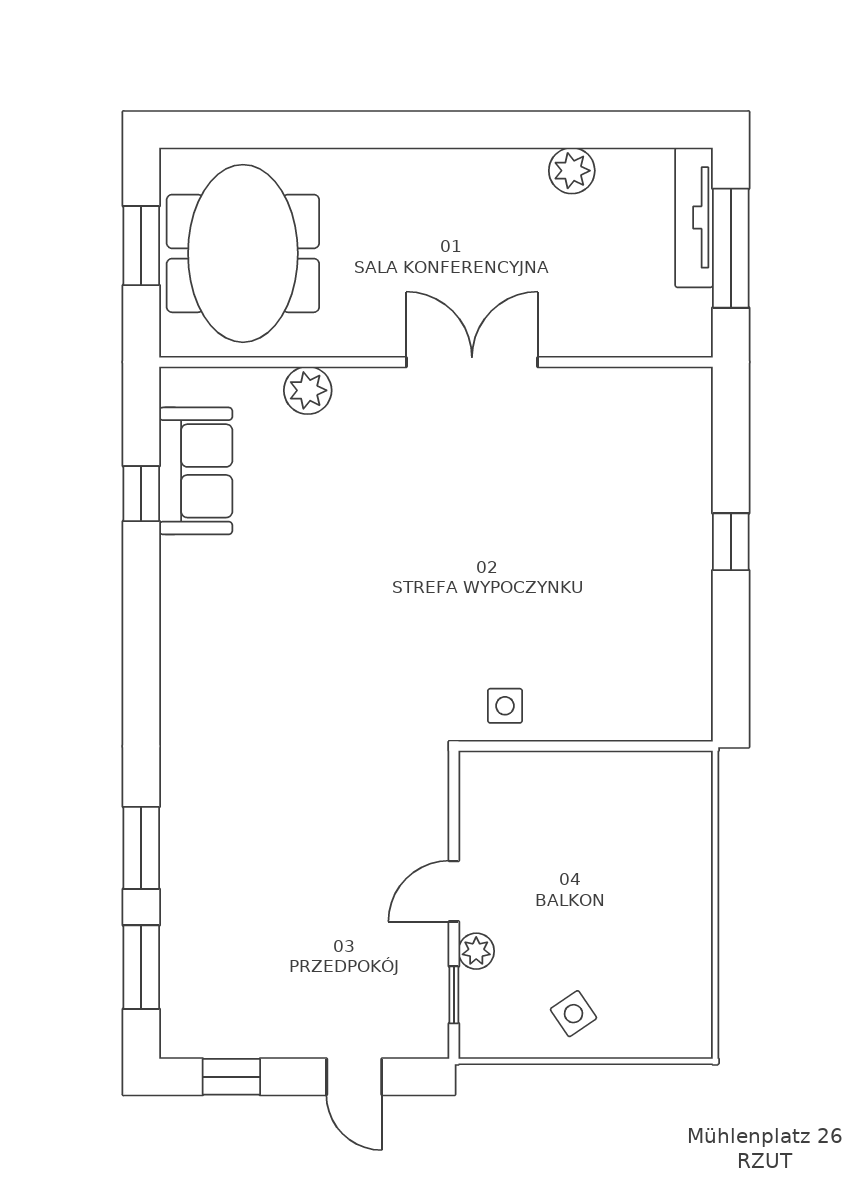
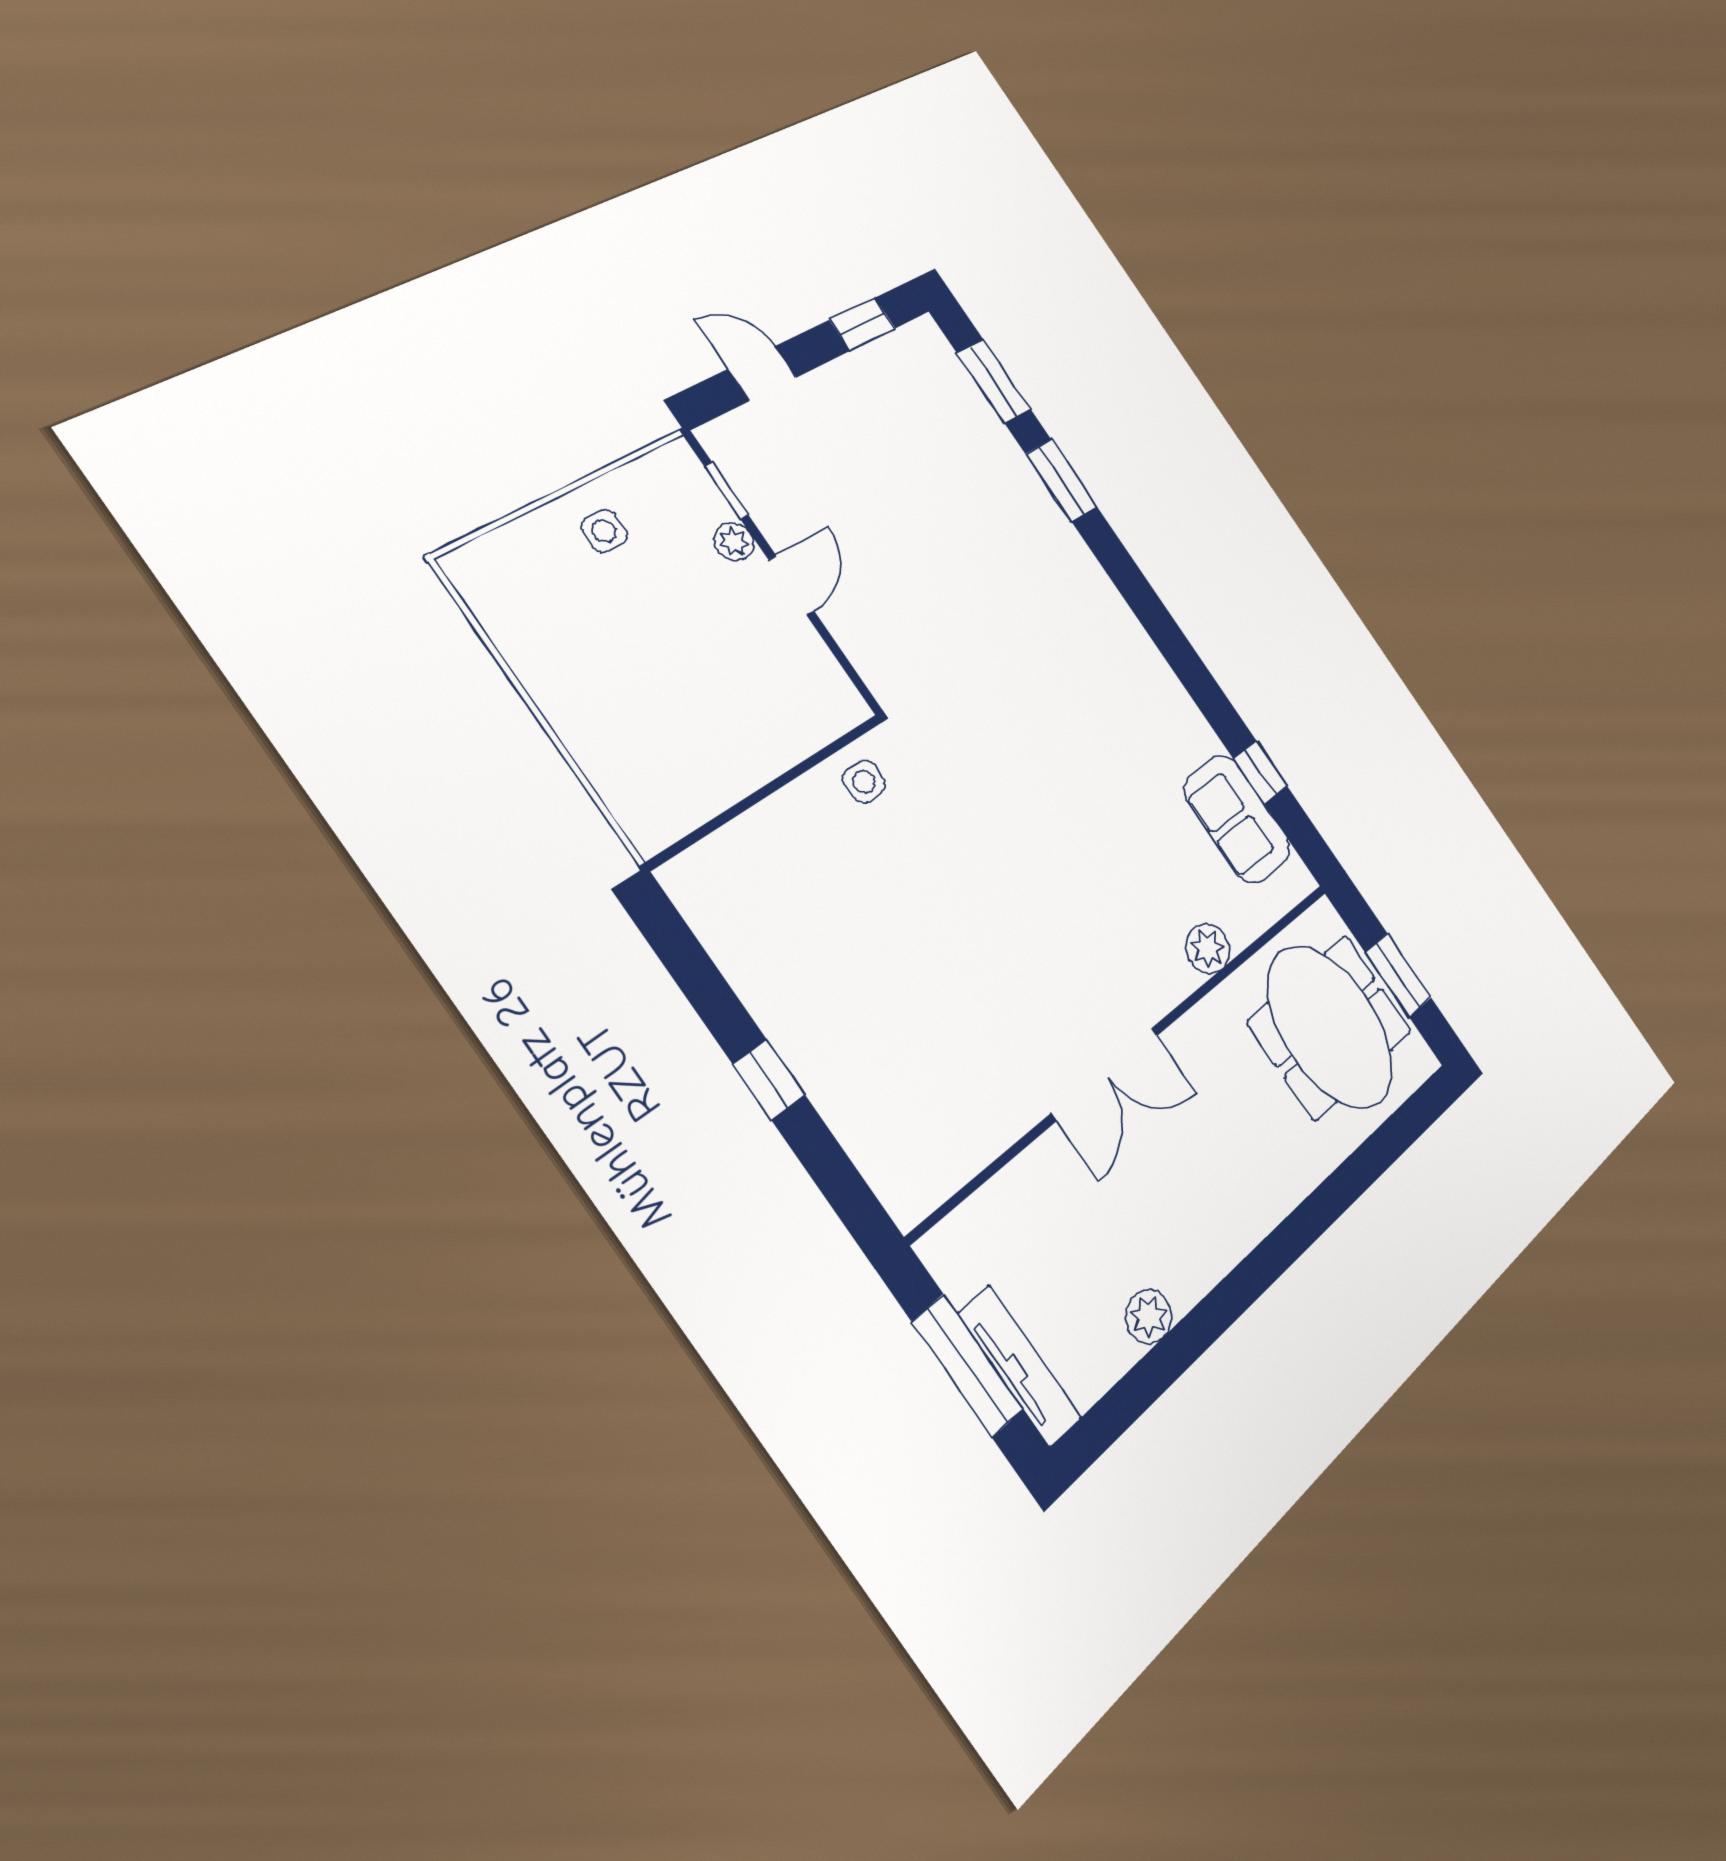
side table: (573, 1014) -> (604, 531), turned 34

